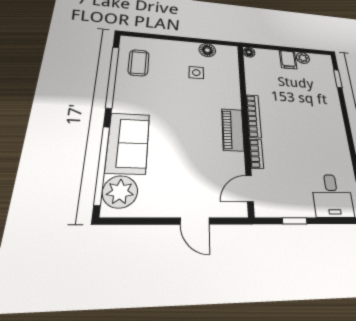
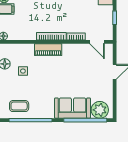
piano: (233, 130) -> (48, 50), moved

